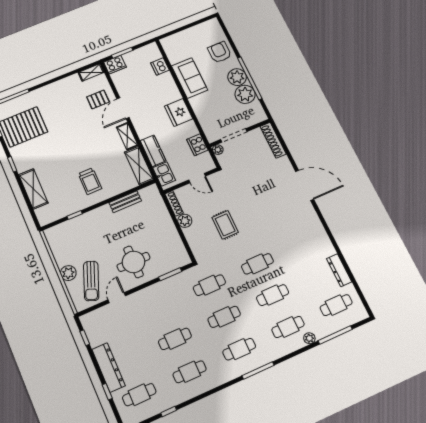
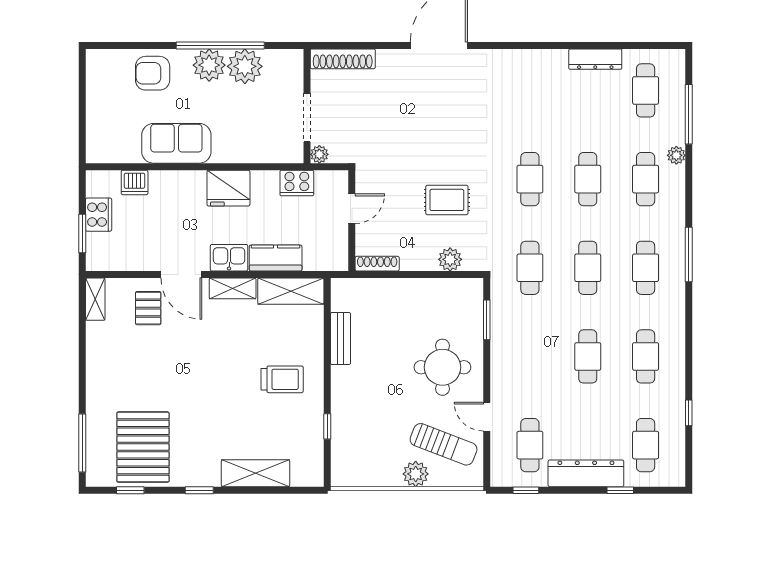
cooker: (115, 65) -> (99, 215), moved
kitchen sink: (164, 174) -> (229, 258), moved
plant: (185, 221) -> (450, 259), moved
cafe table: (111, 329) -> (530, 445), added

